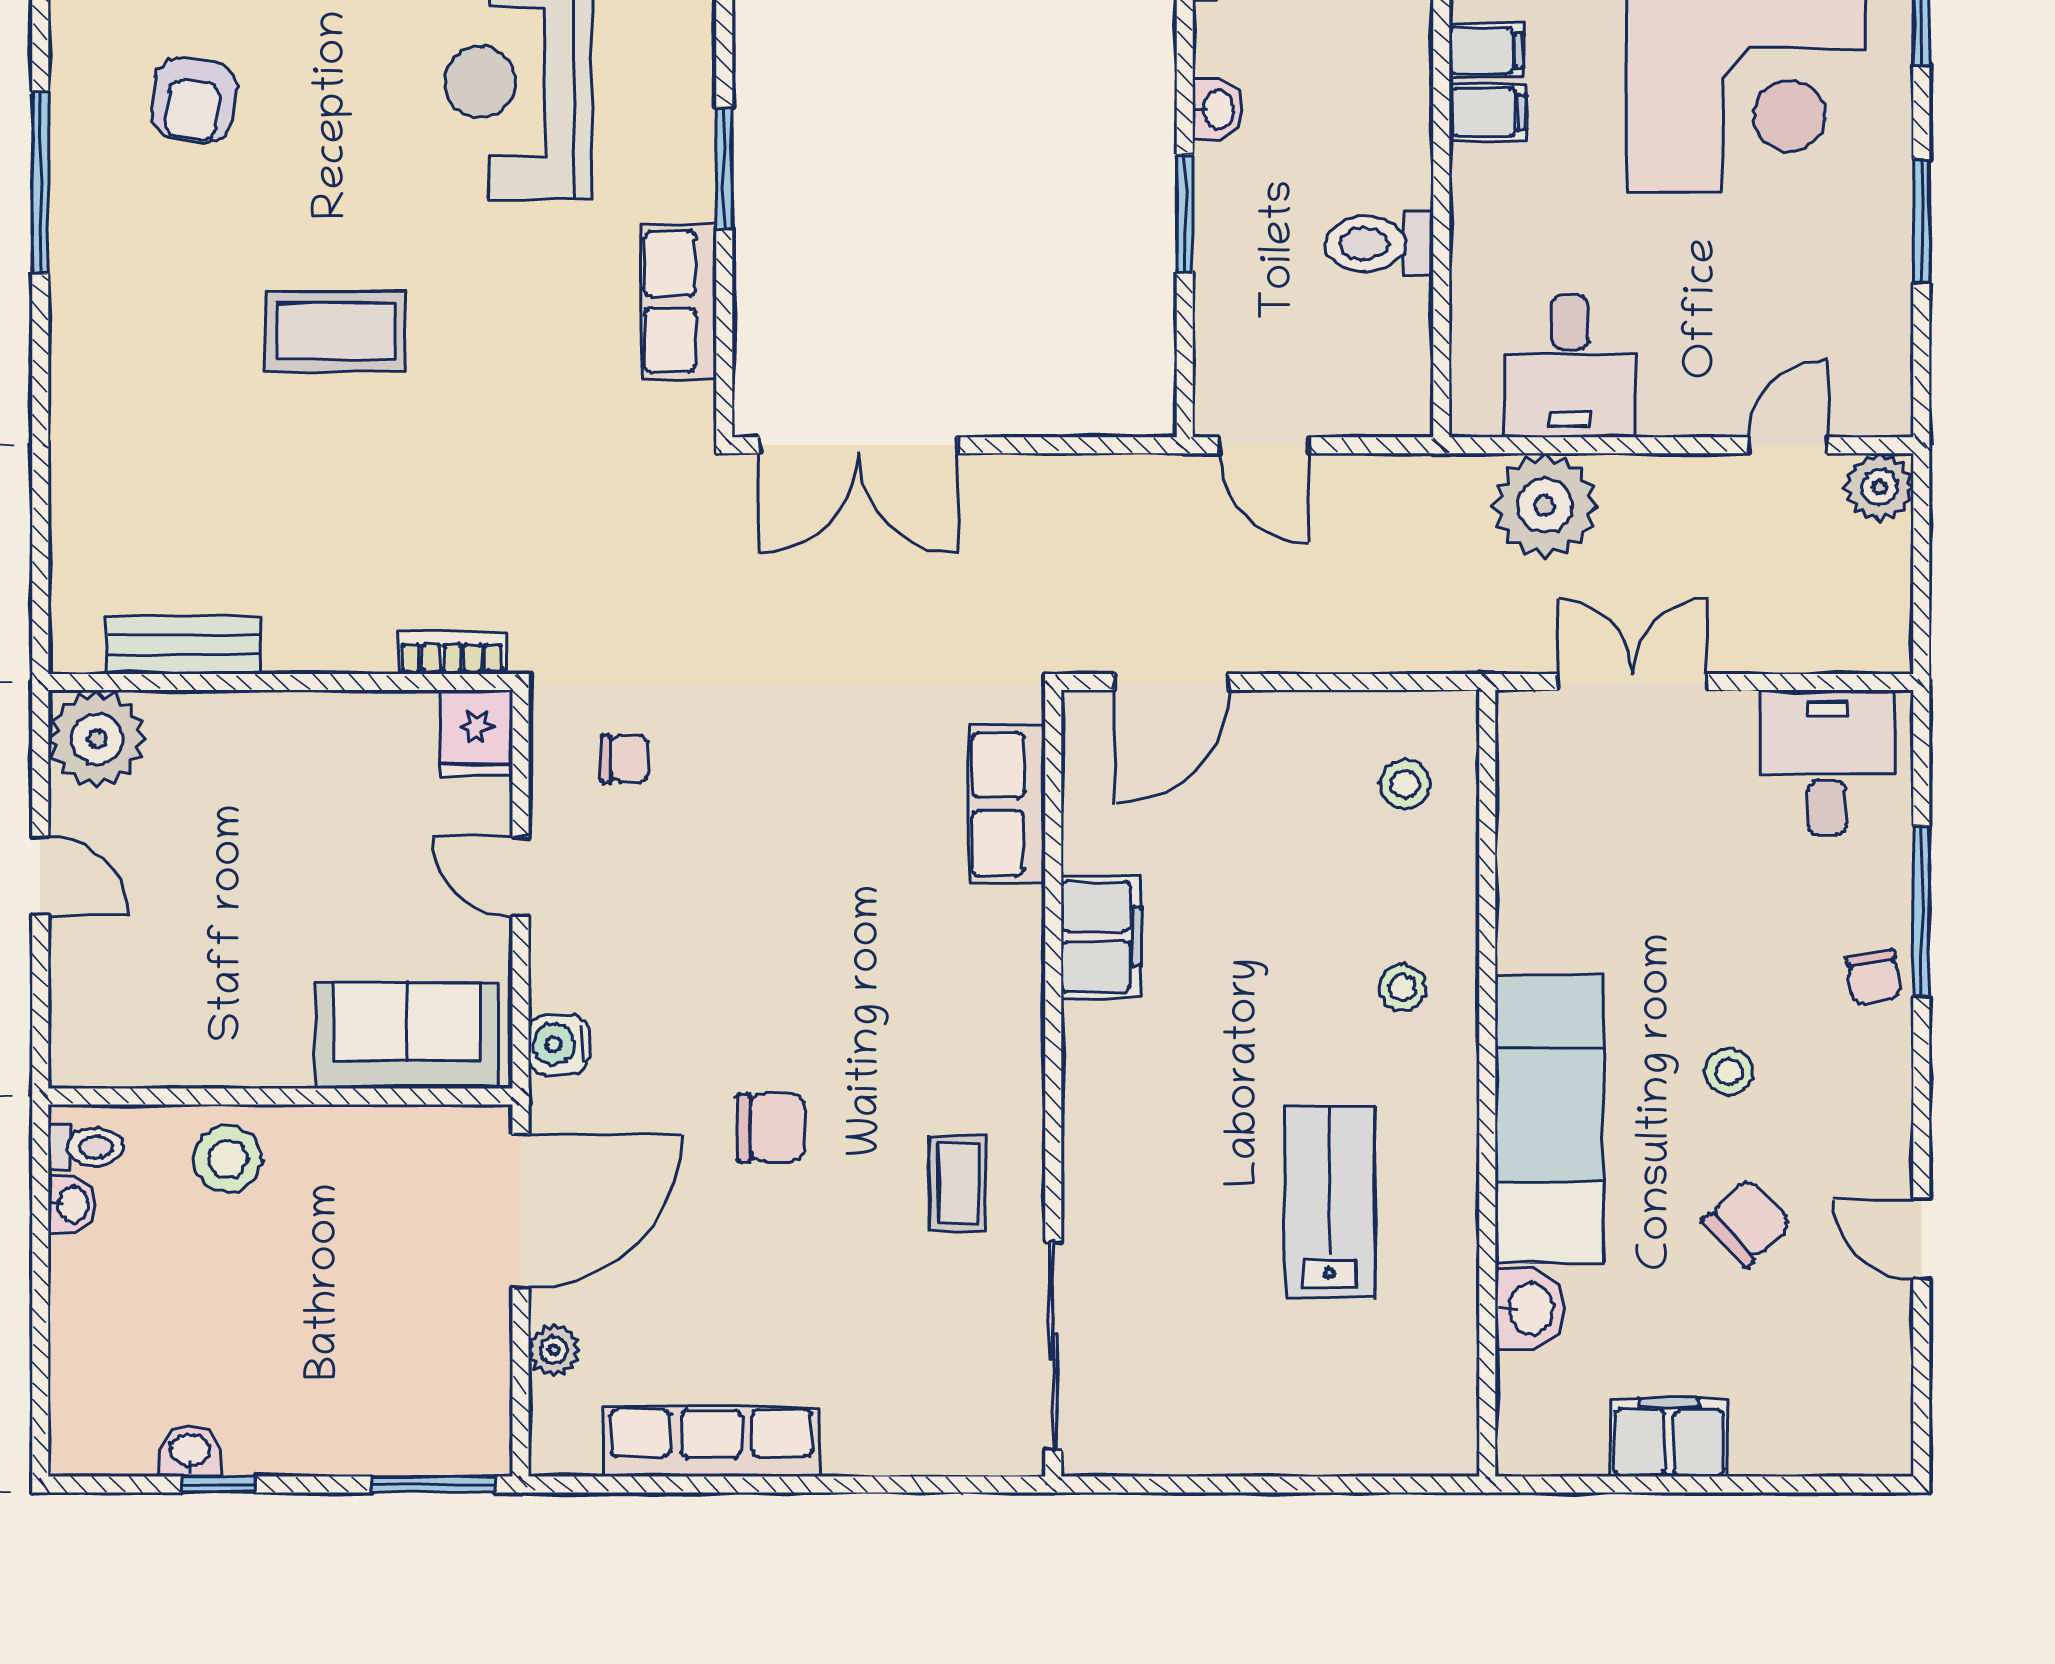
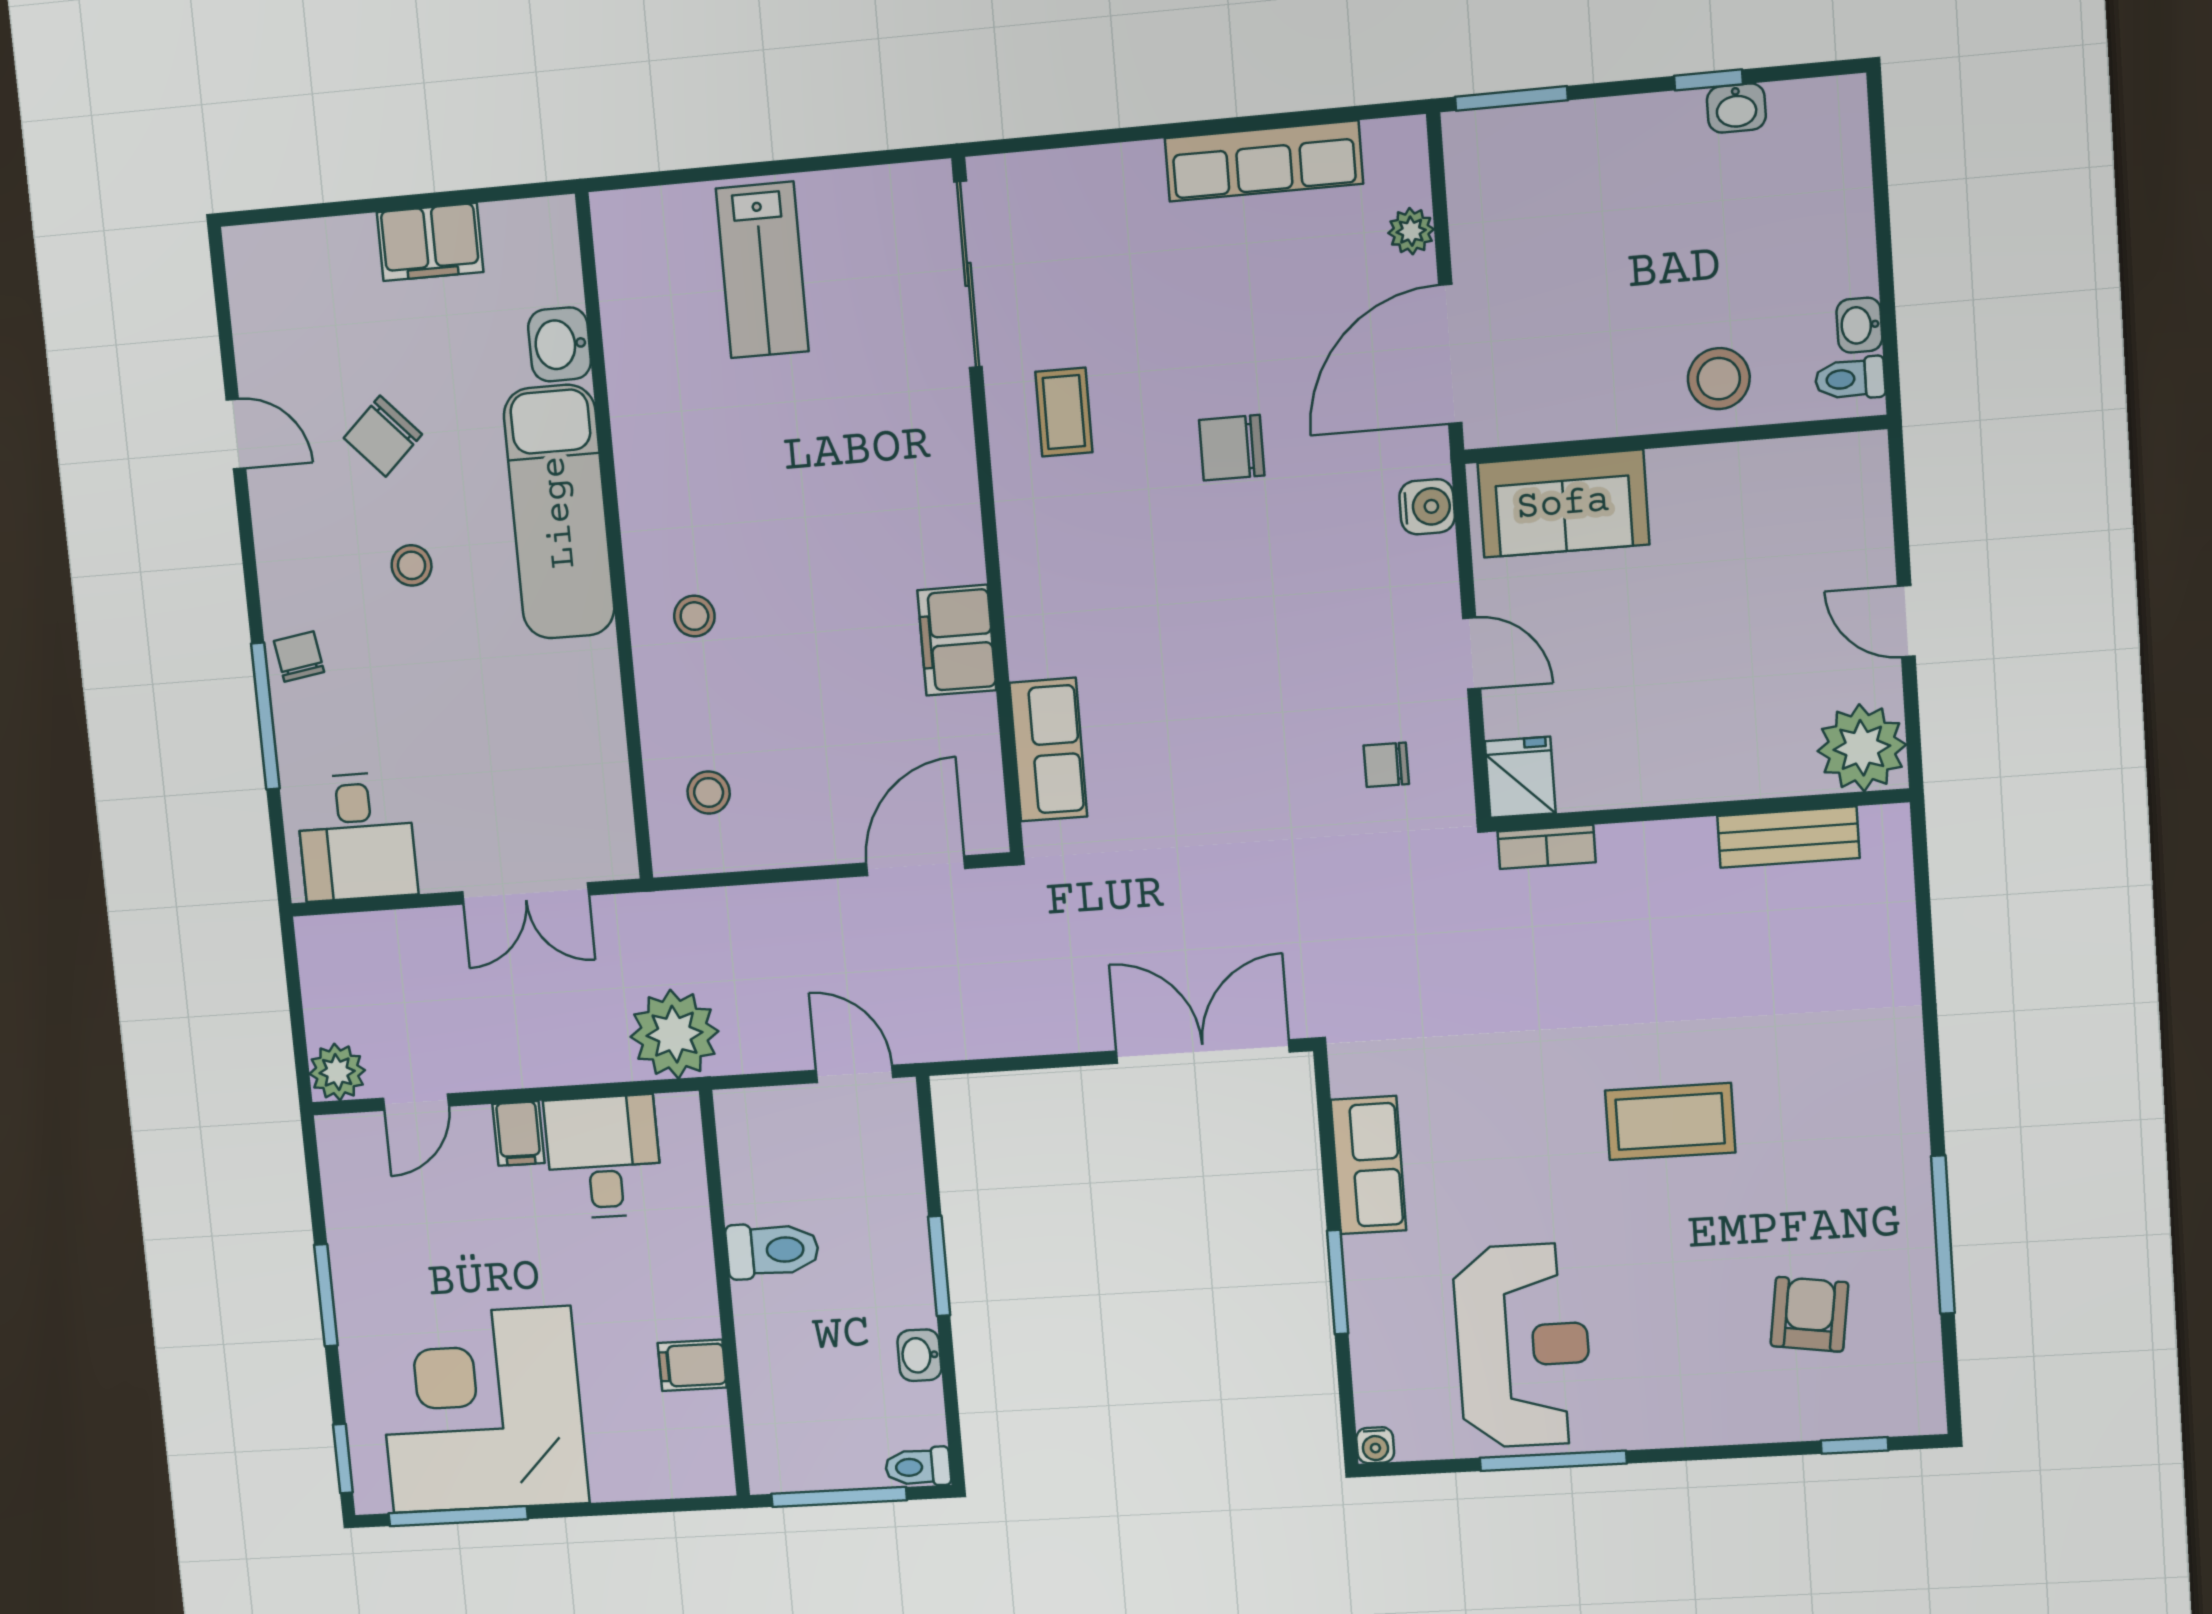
filing cabinet: (1486, 50) -> (518, 1134), moved, turned -90
plant: (1545, 506) -> (674, 1034), moved
lab bench: (1330, 1202) -> (762, 270), moved

